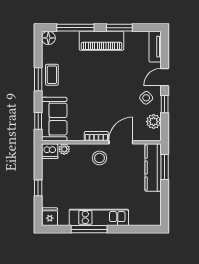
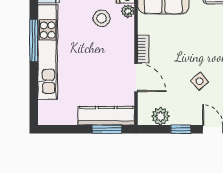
side table: (146, 98) -> (200, 81), moved
stool: (100, 158) -> (102, 18), moved
kitchen unit: (99, 217) -> (48, 52), width x1.36

